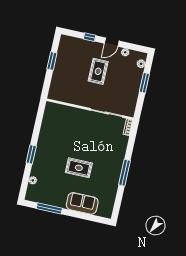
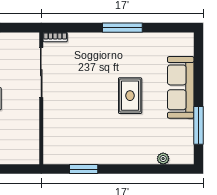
window: (31, 154) -> (84, 169), moved
sofa: (82, 203) -> (181, 87), width x1.36

